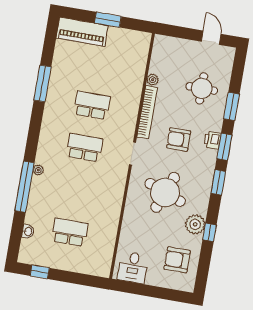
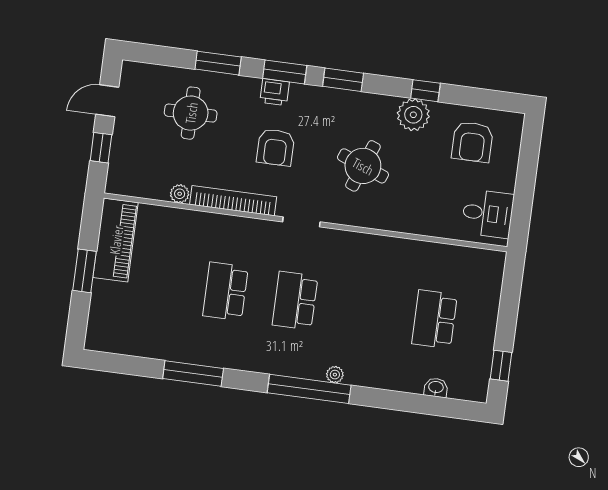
piano: (82, 32) -> (116, 240), moved
window: (183, 33) -> (101, 148), added
window: (24, 187) -> (309, 389), moved
round table: (165, 192) -> (363, 166), width x0.73, depth x0.73

